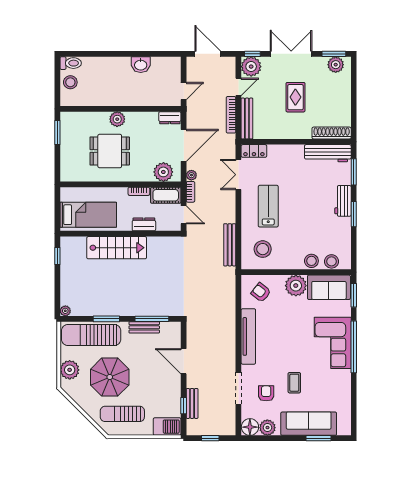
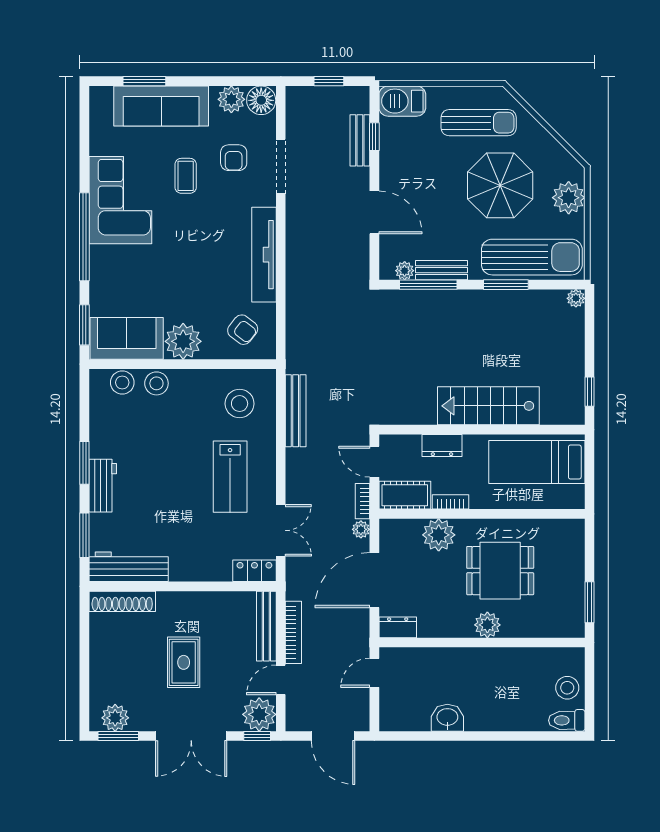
plant: (163, 172) -> (439, 535), moved
plant: (166, 327) -> (405, 271), added
corner sofa: (333, 343) -> (120, 200), moved

